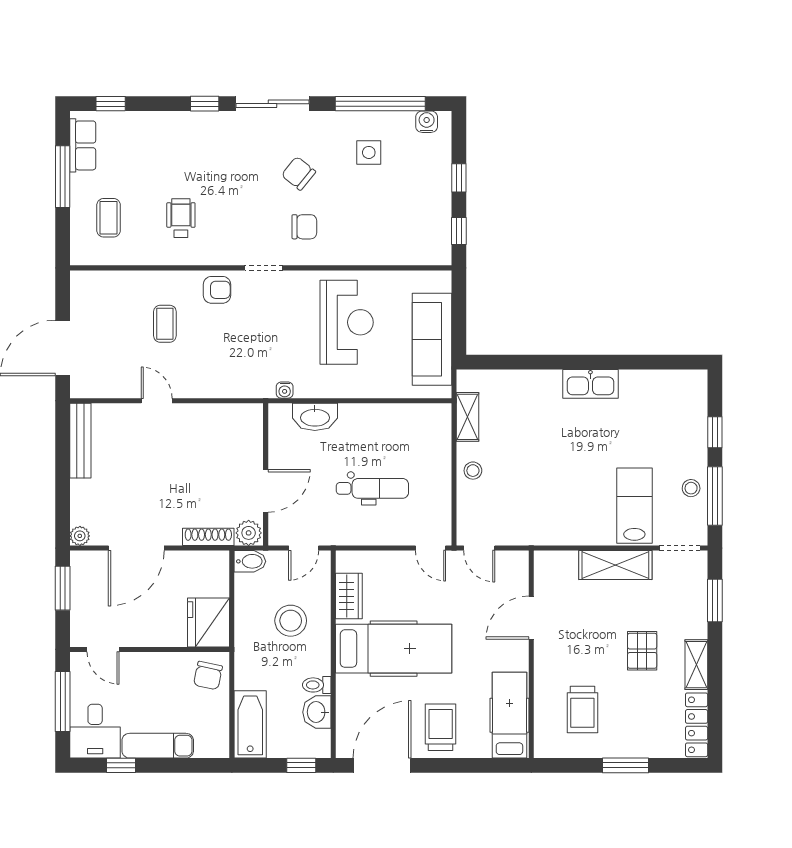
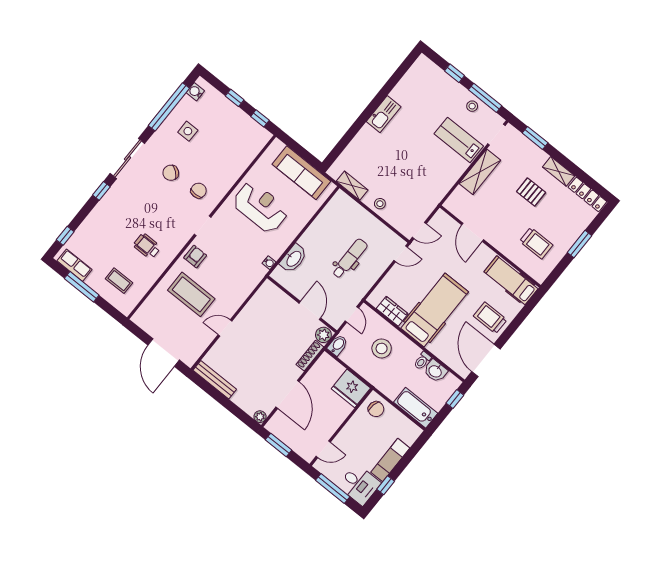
coffee table: (165, 324) -> (191, 294), width x1.86, depth x1.72

